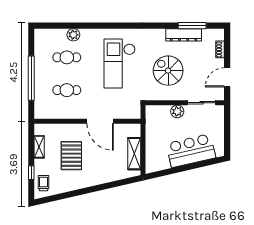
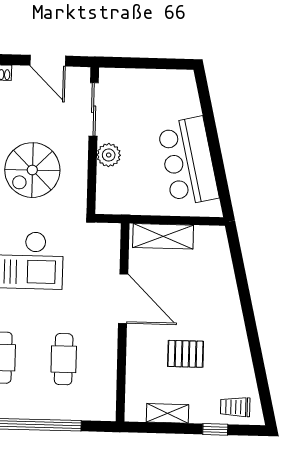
door: (100, 121) -> (123, 299), hinge flipped
bar counter: (191, 151) -> (188, 161), moved
shelving: (134, 154) -> (163, 236), moved
pallet: (71, 156) -> (186, 354), width x0.67, depth x0.71

